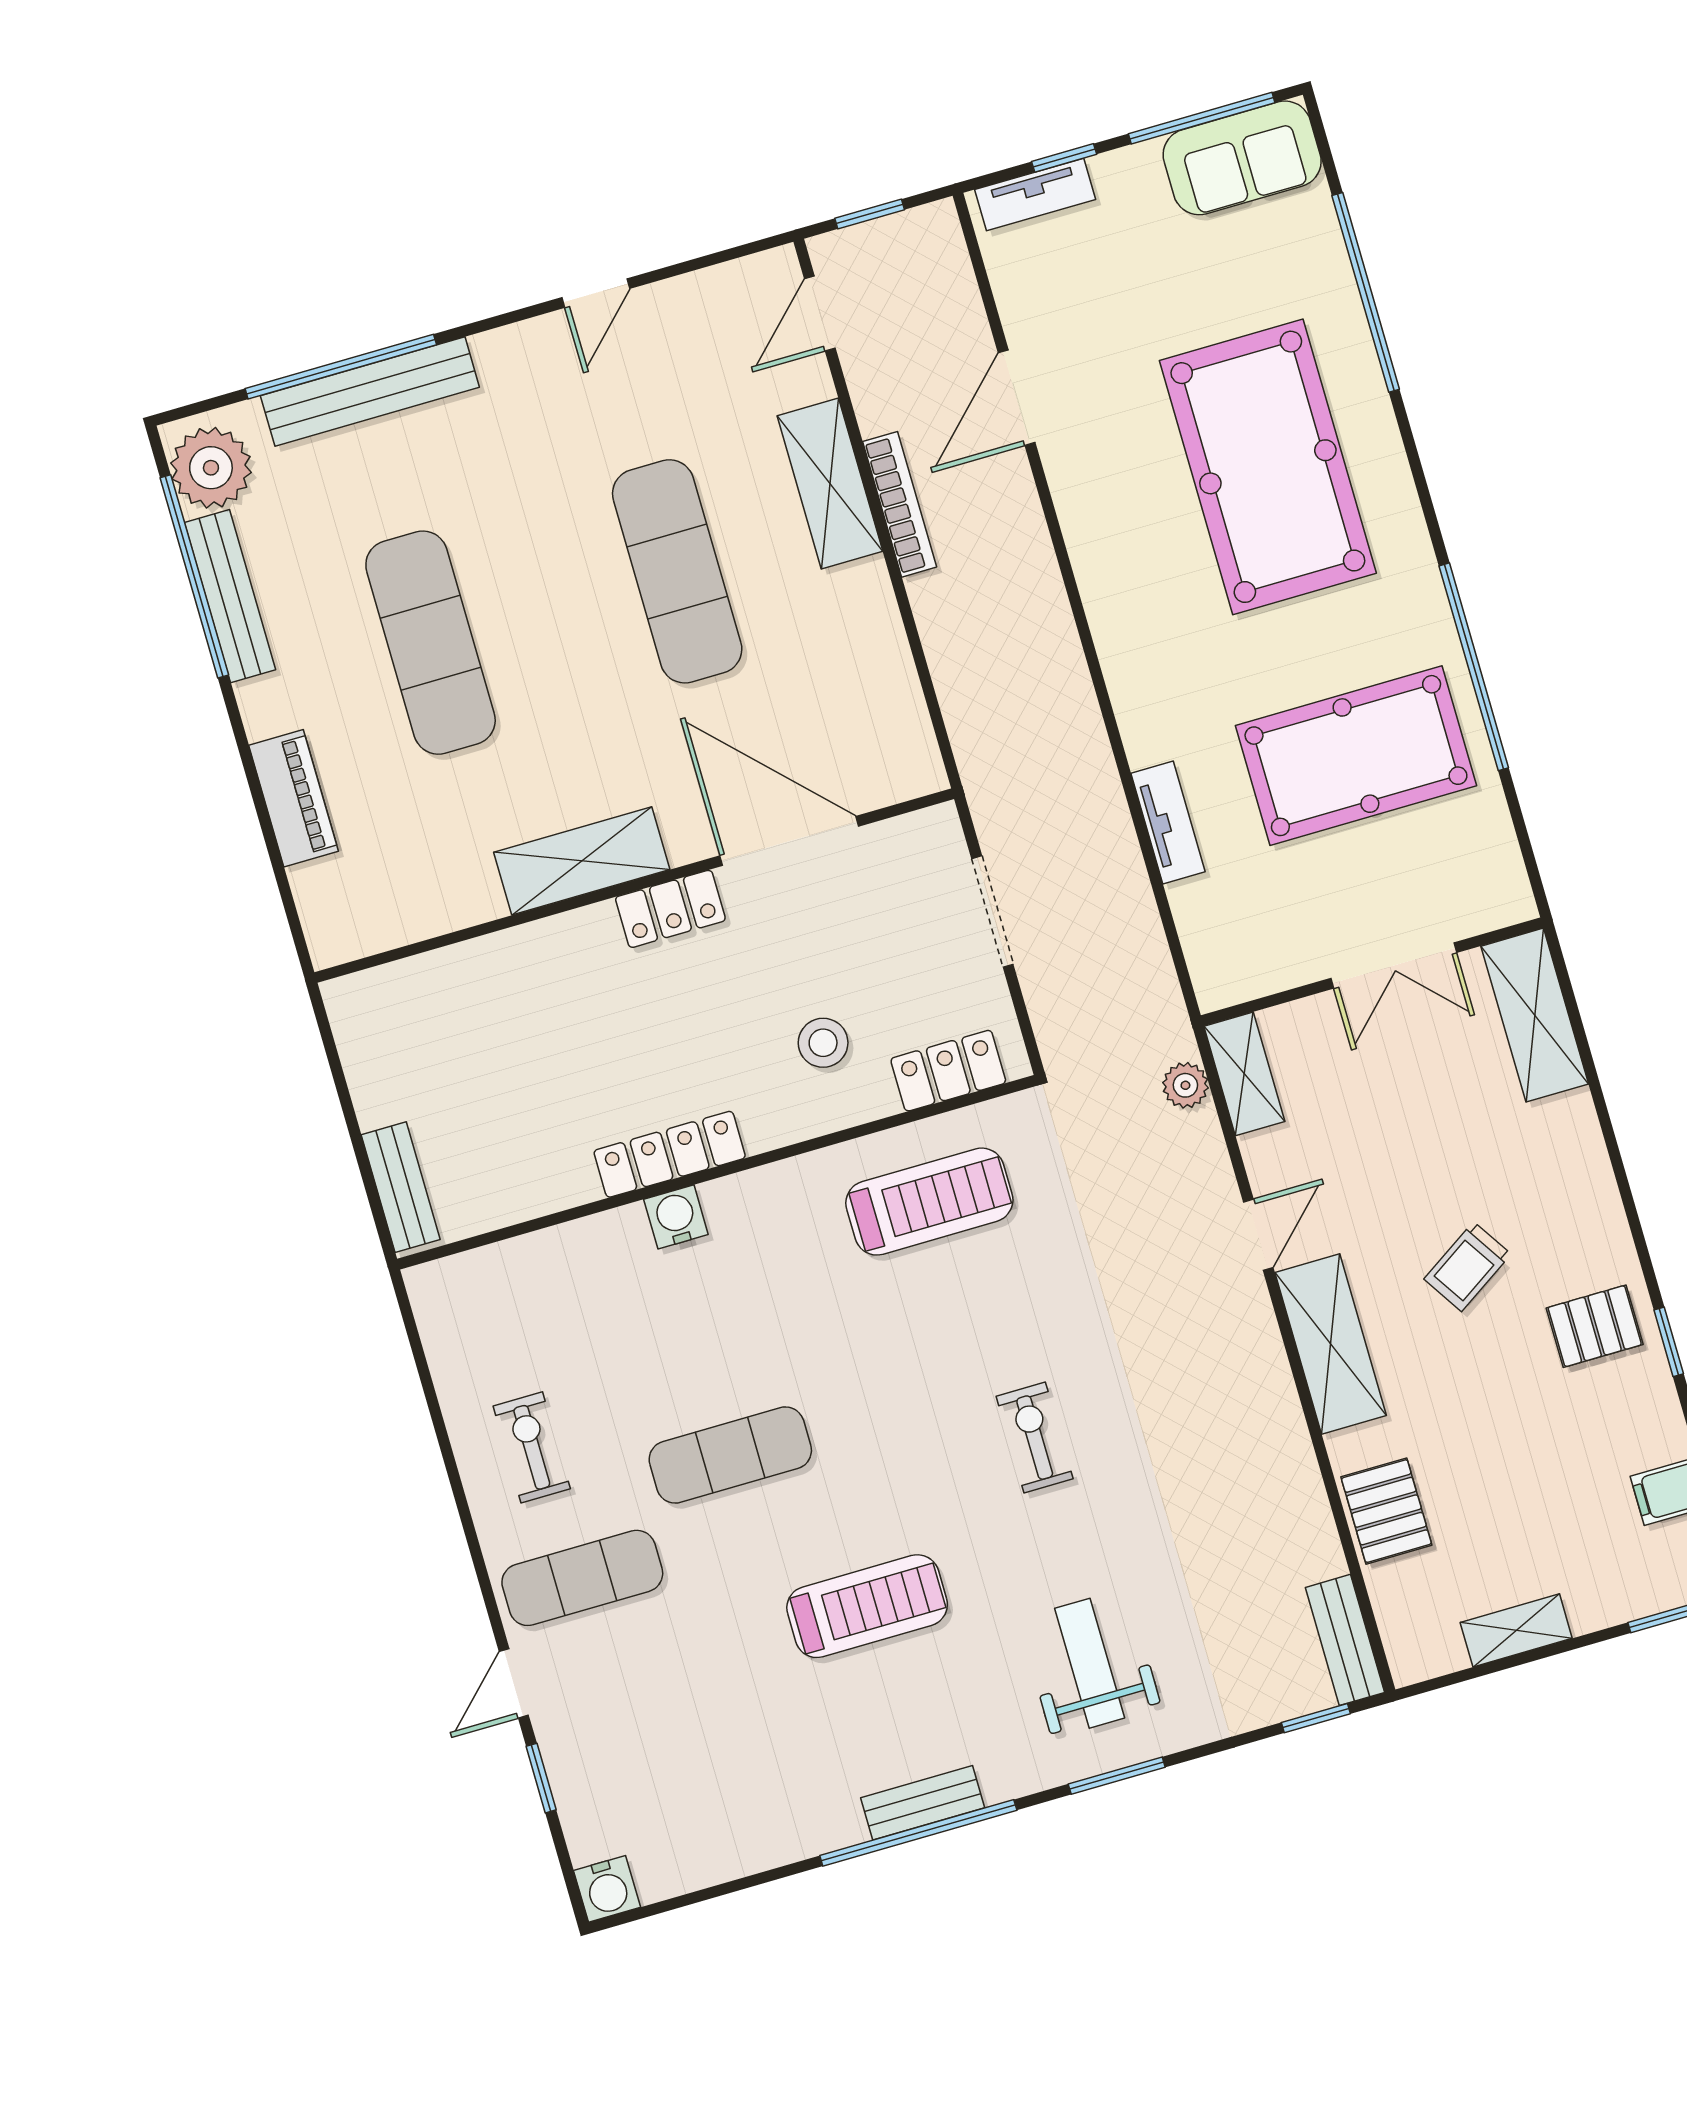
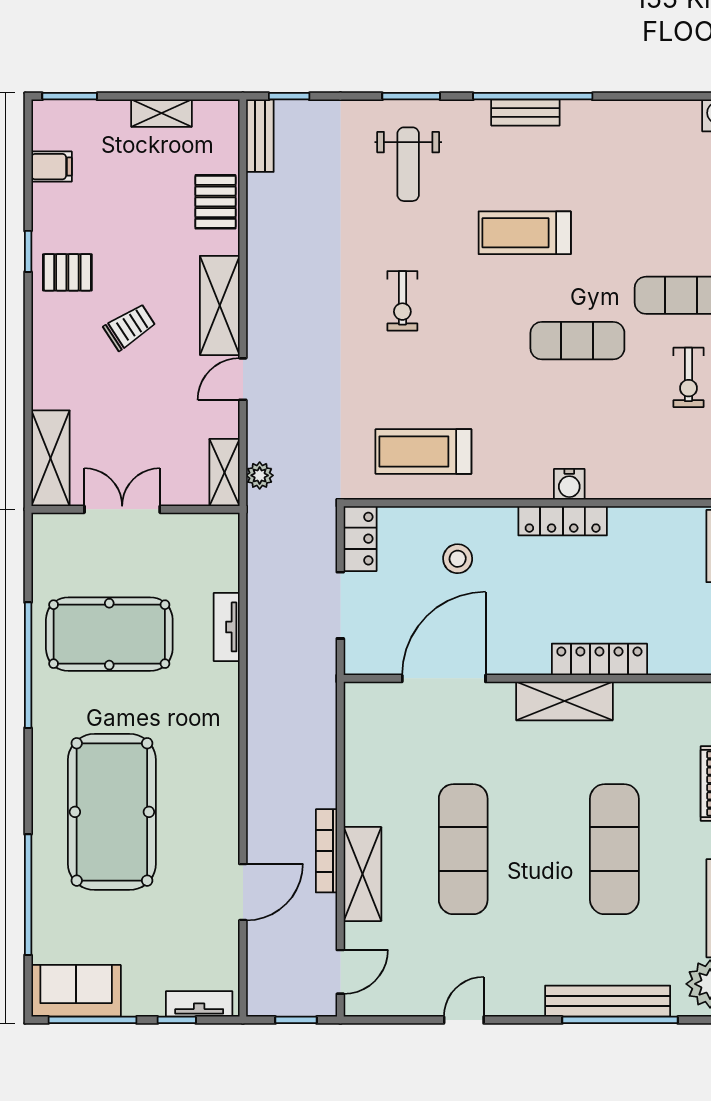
door: (789, 841) -> (444, 678), swing flipped
locker: (670, 909) -> (599, 659), moved, width x1.53
locker: (948, 1071) -> (360, 539), moved, turned -90

